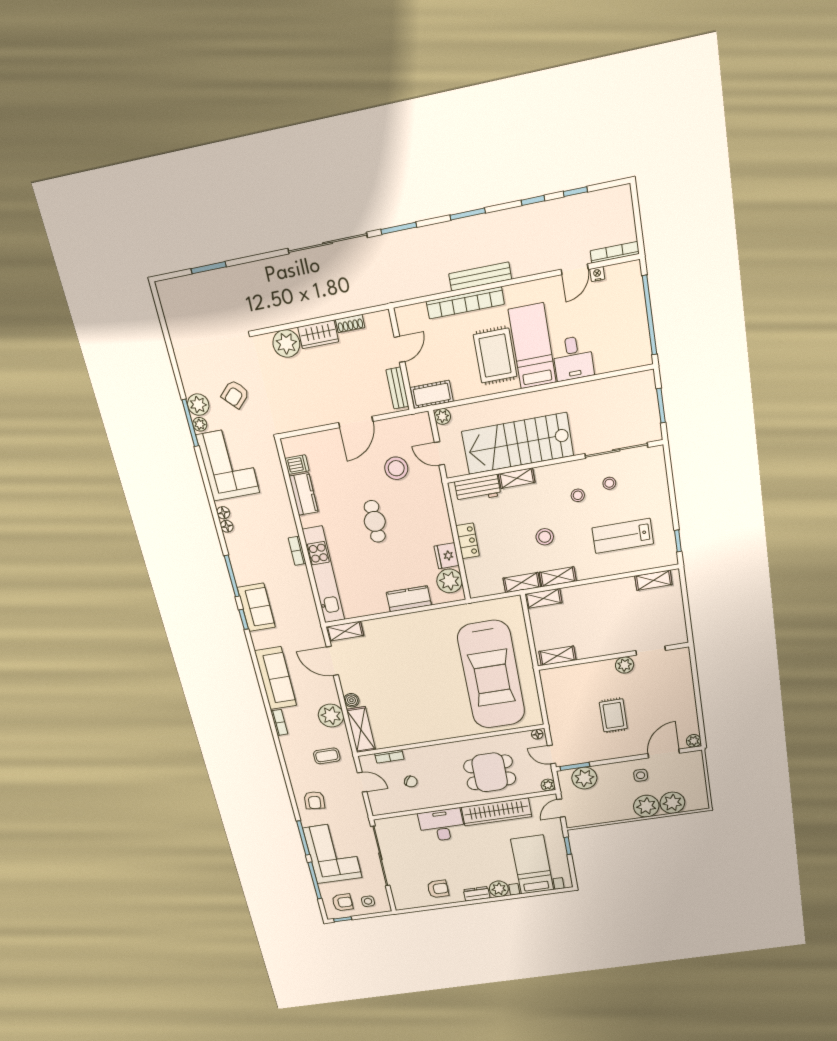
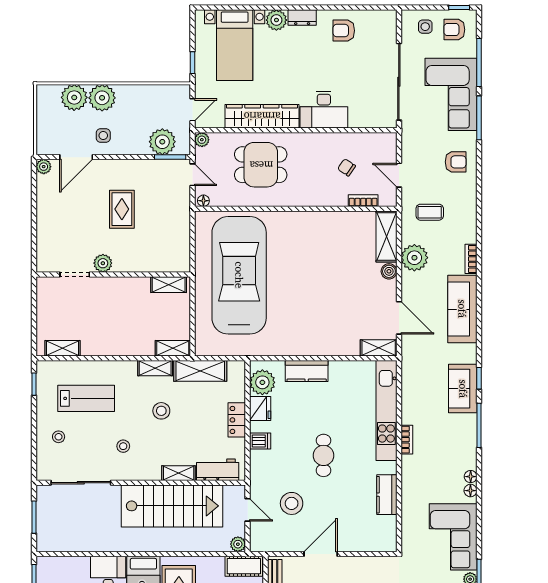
dishwasher: (297, 465) -> (260, 441), moved, turned 180
stool: (609, 483) -> (59, 437), moved
shelving: (522, 583) -> (200, 371), width x1.50, depth x1.33
armchair: (314, 800) -> (456, 162), turned 84

